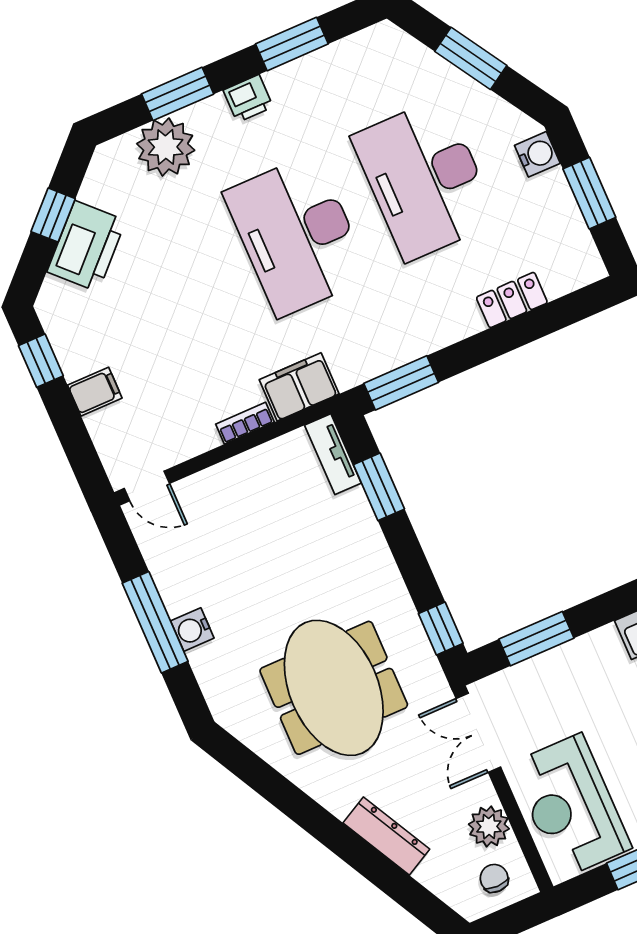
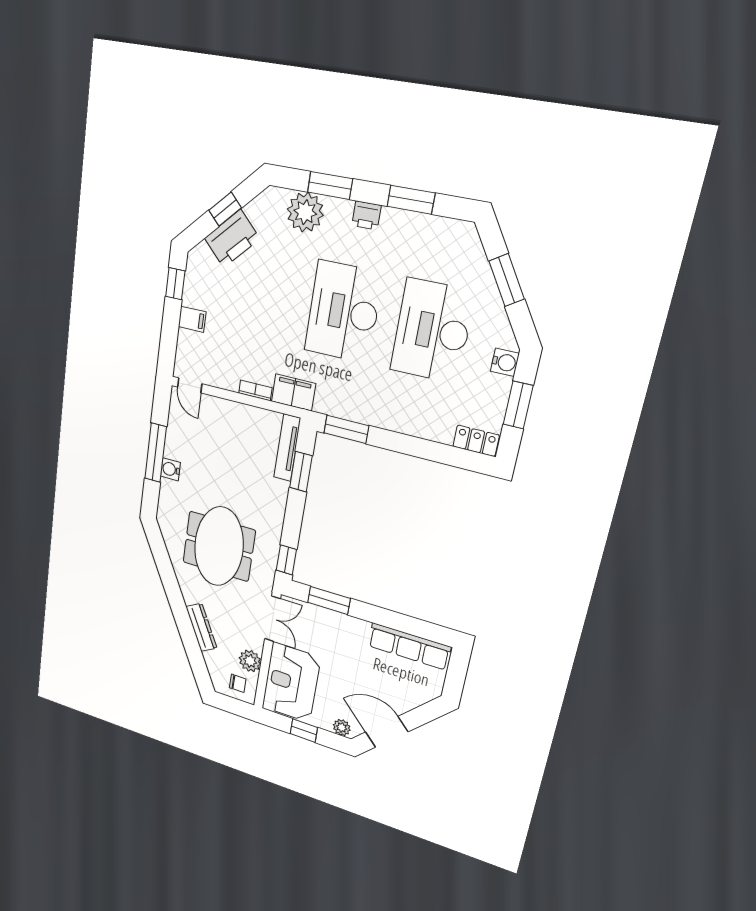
locker: (512, 300) -> (476, 441), moved
tv unit: (333, 454) -> (287, 448), width x1.41
double door: (478, 733) -> (272, 619), swing flipped
chair: (494, 878) -> (238, 683), turned 90

